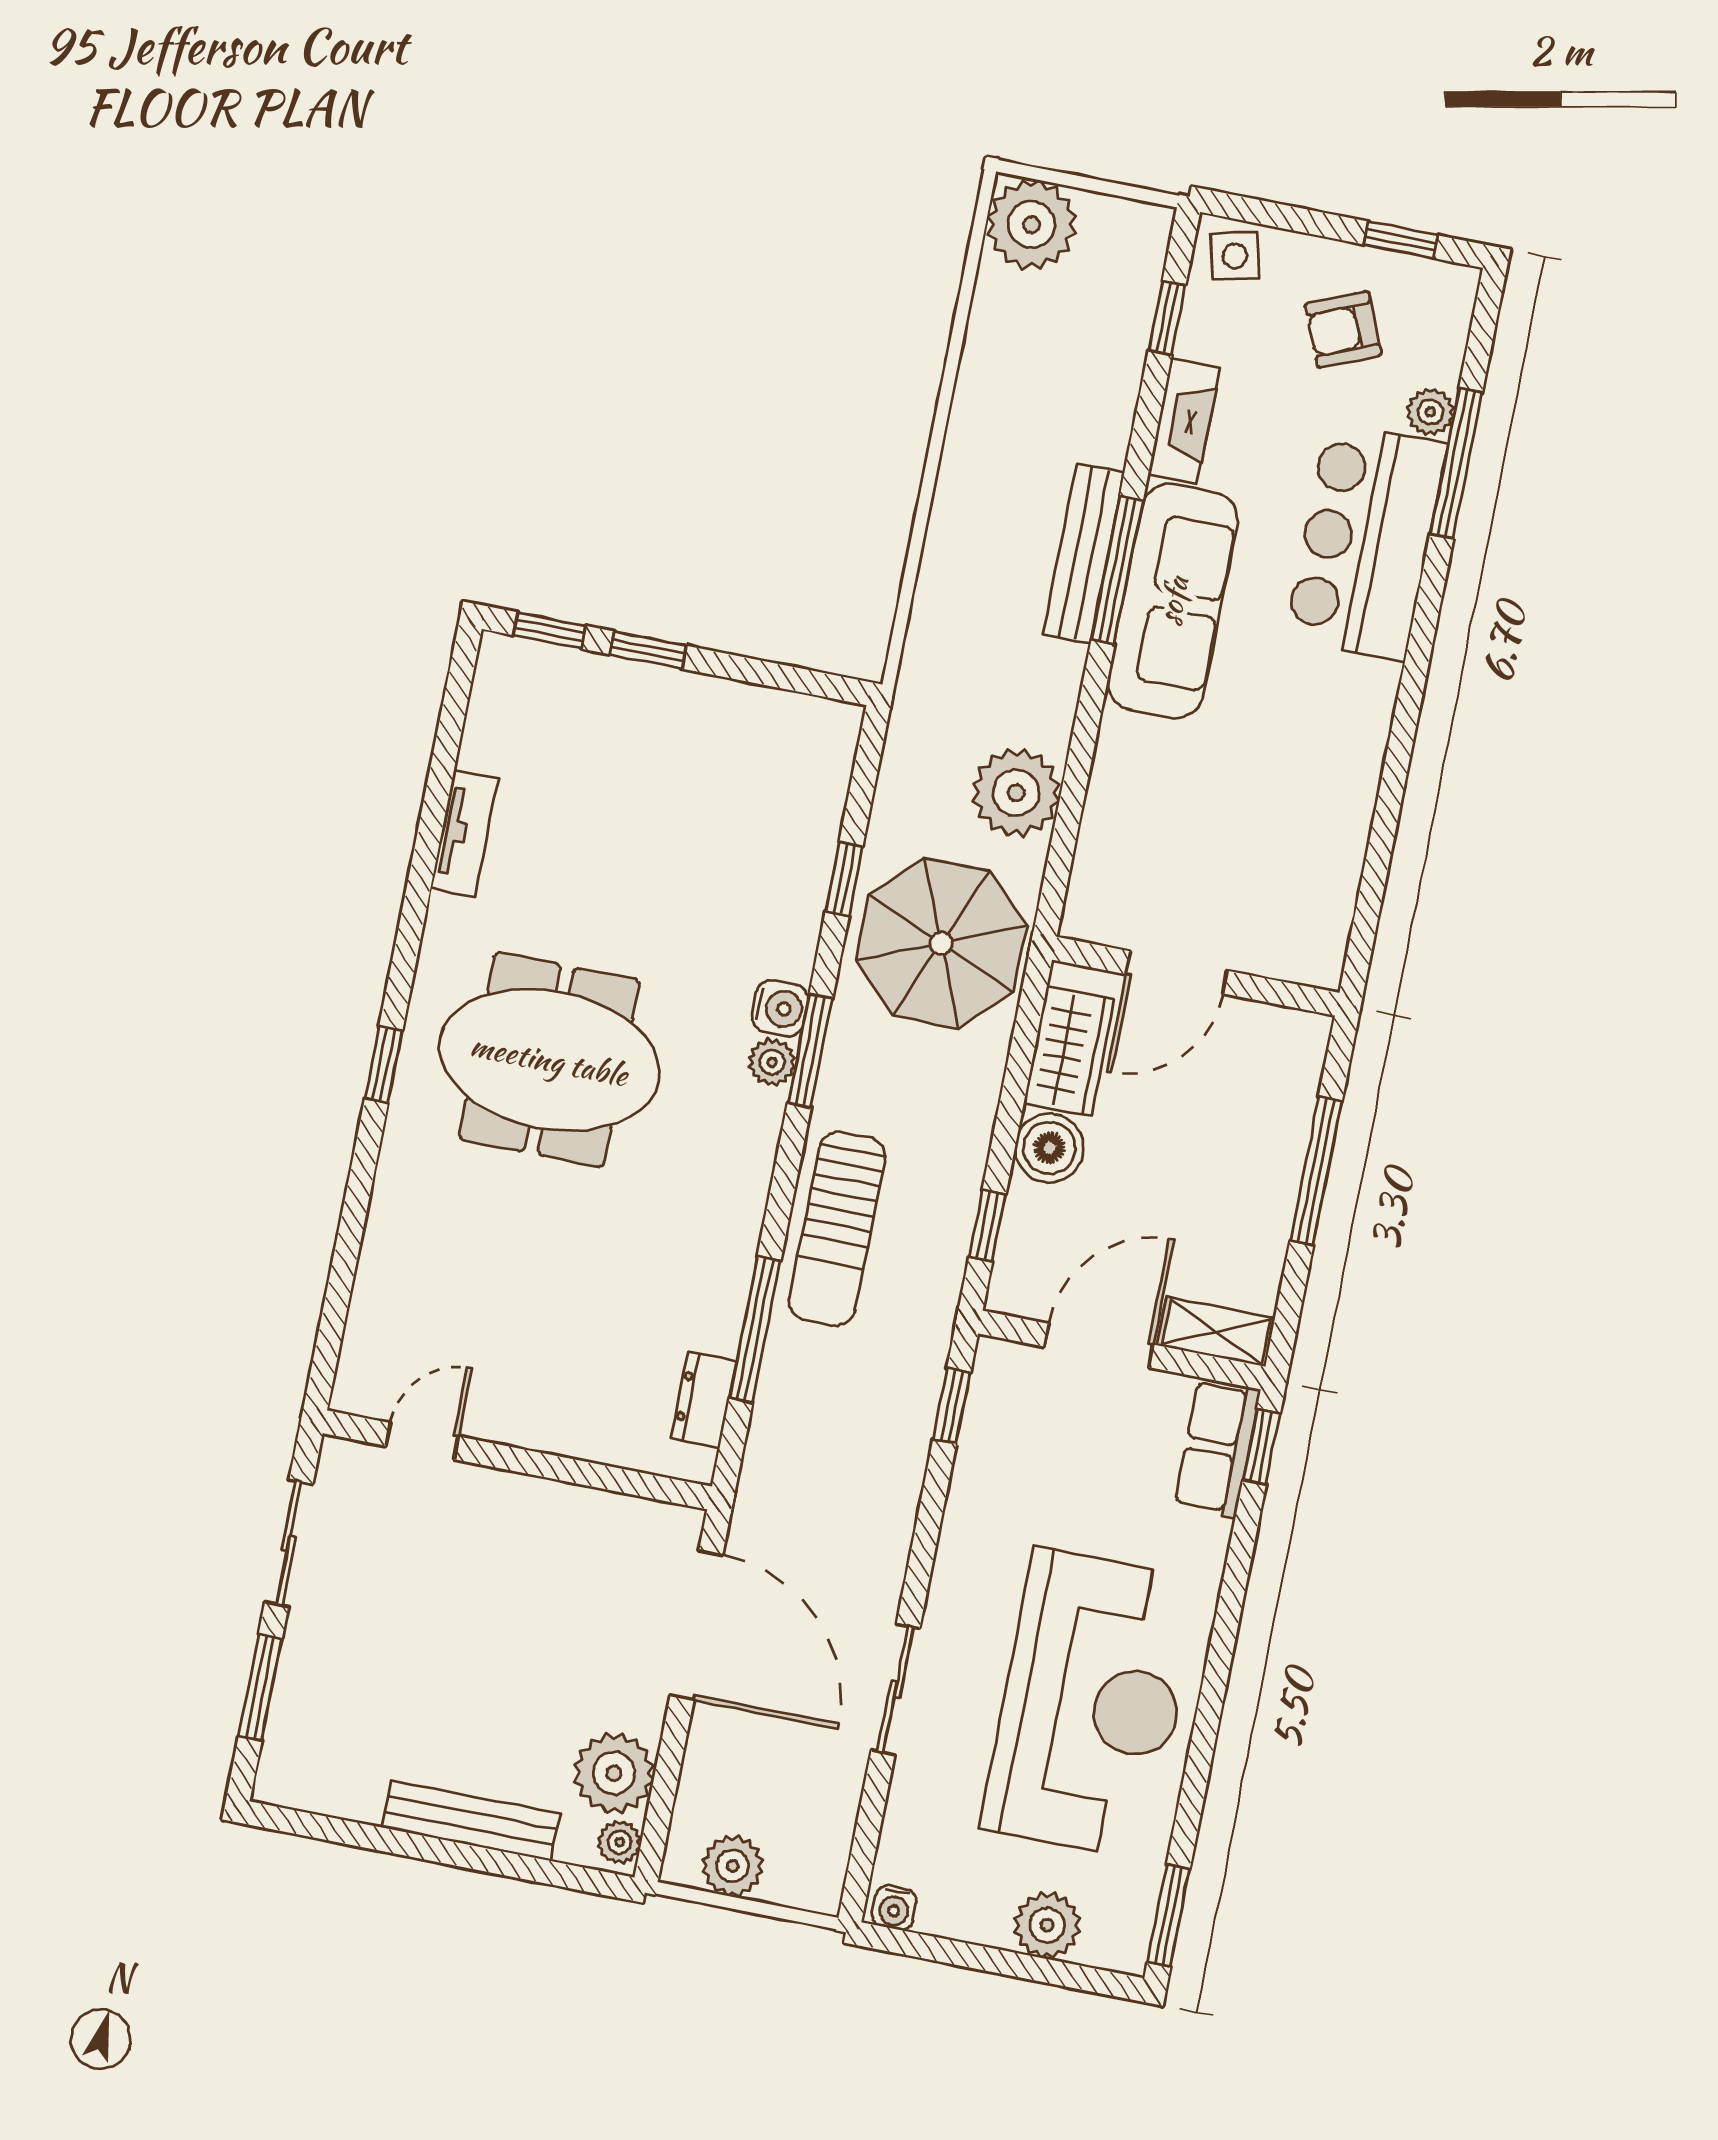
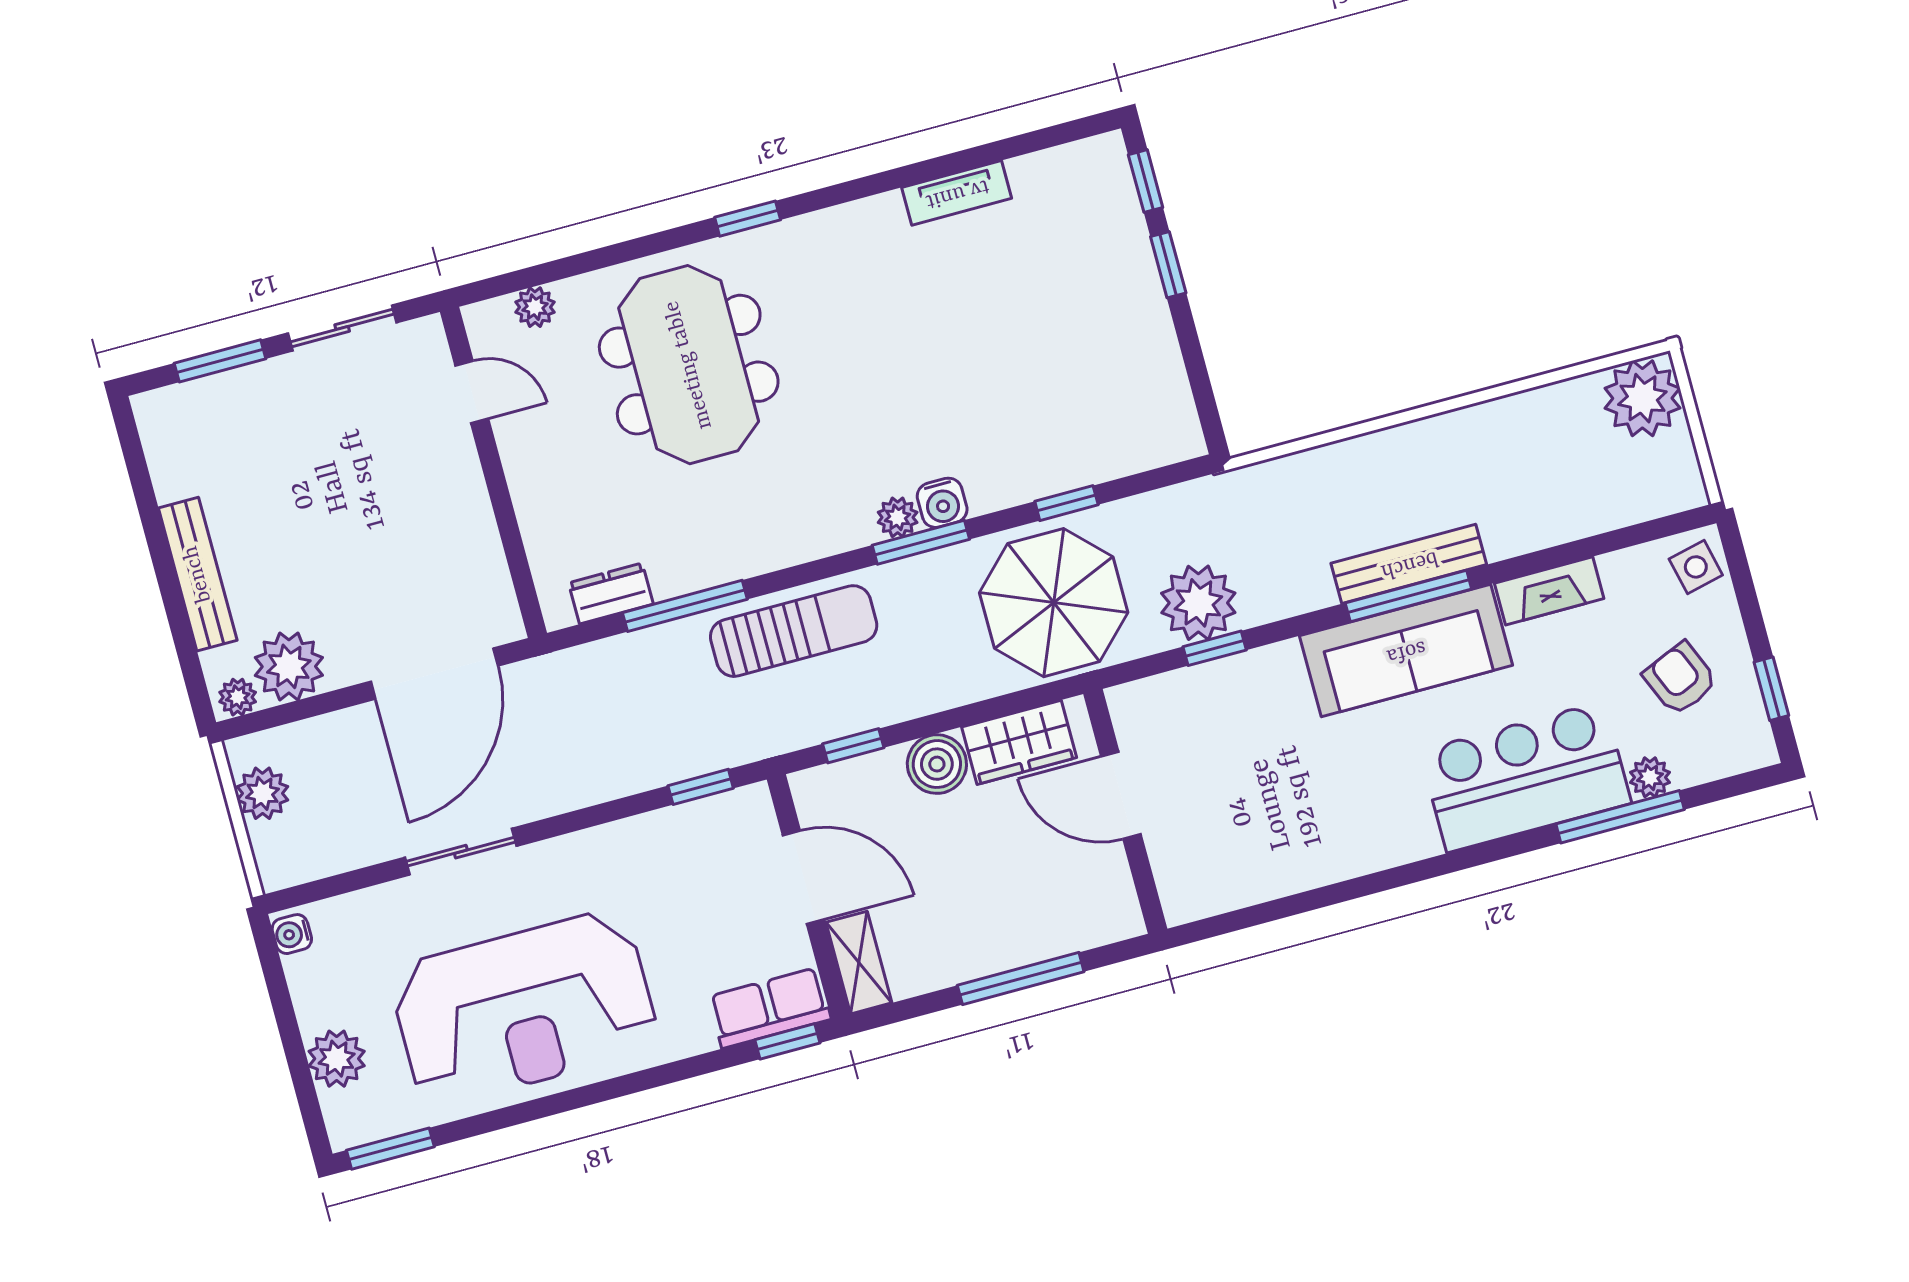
window: (1167, 318) -> (1215, 648), moved
meeting table: (549, 1060) -> (689, 365), moved
sun lounger: (837, 1229) -> (794, 631), turned 180
plant: (366, 1332) -> (535, 307), added

